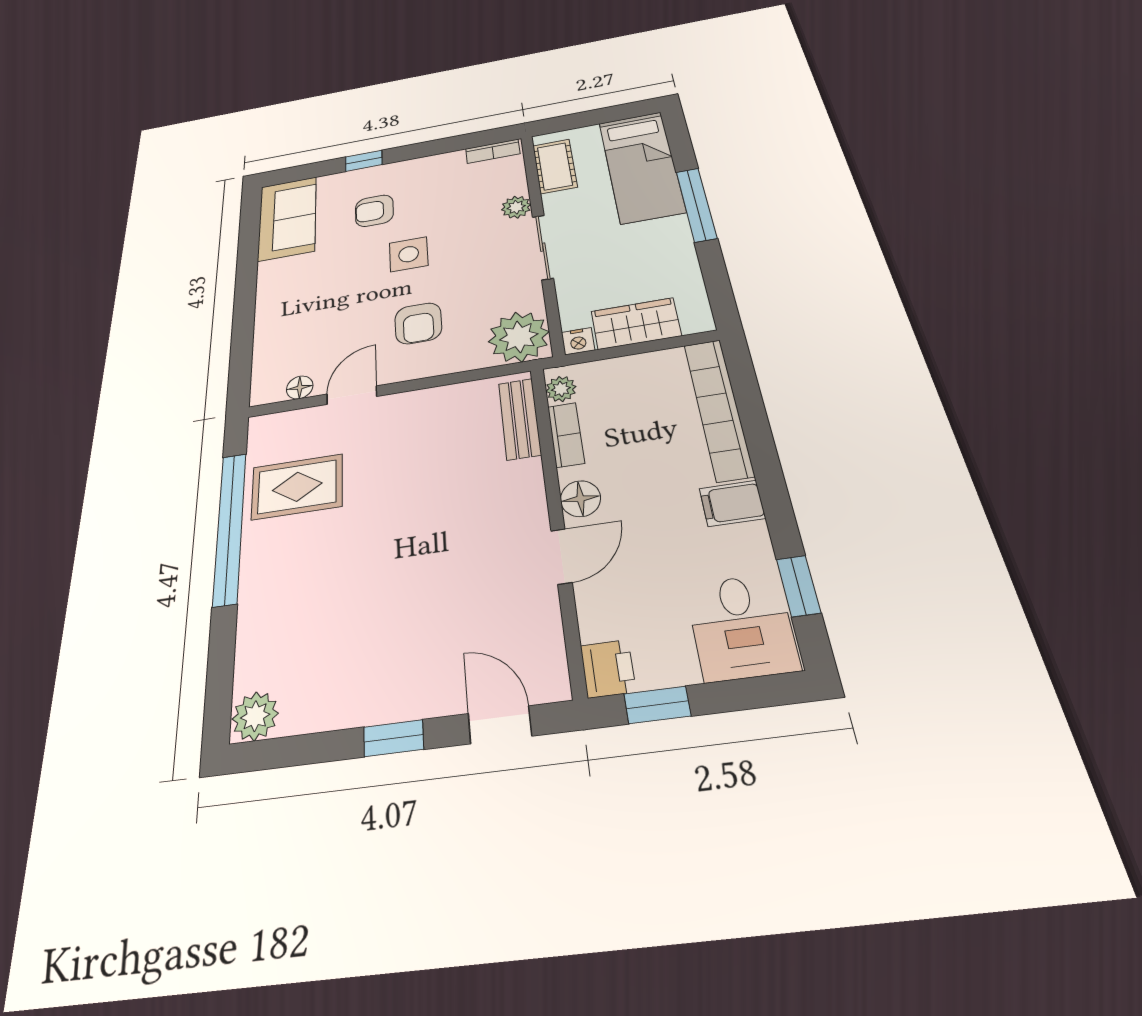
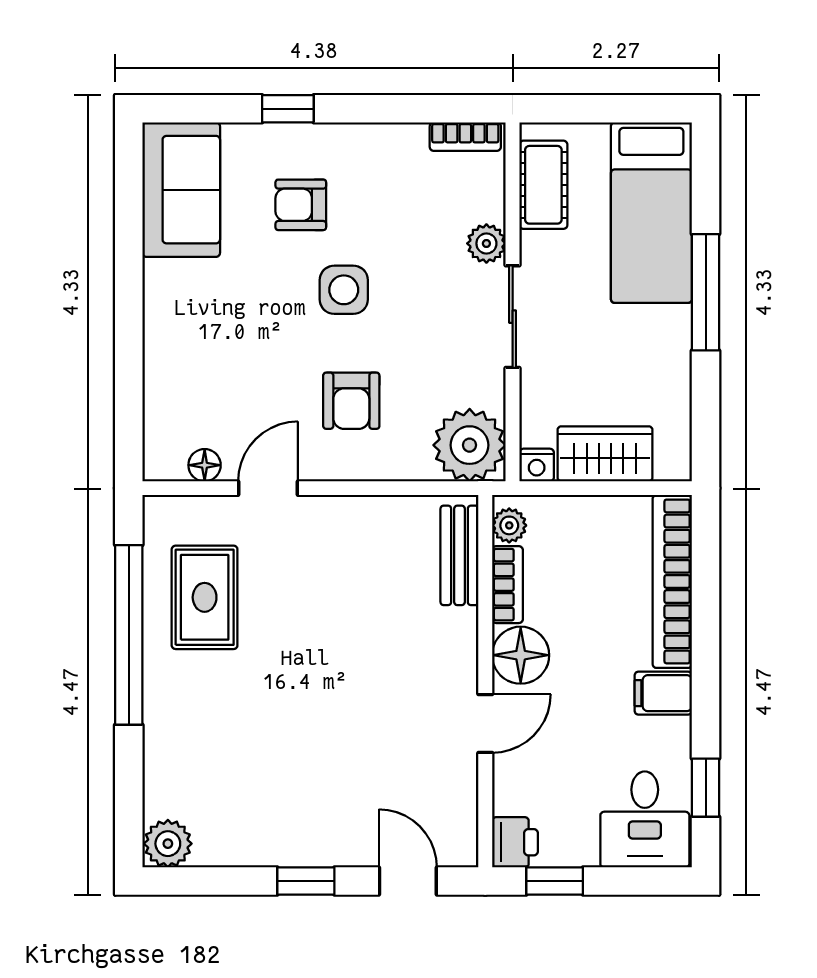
rug: (297, 487) -> (205, 597), turned 90
floor lamp: (580, 499) -> (521, 655), width x1.38, depth x1.38

